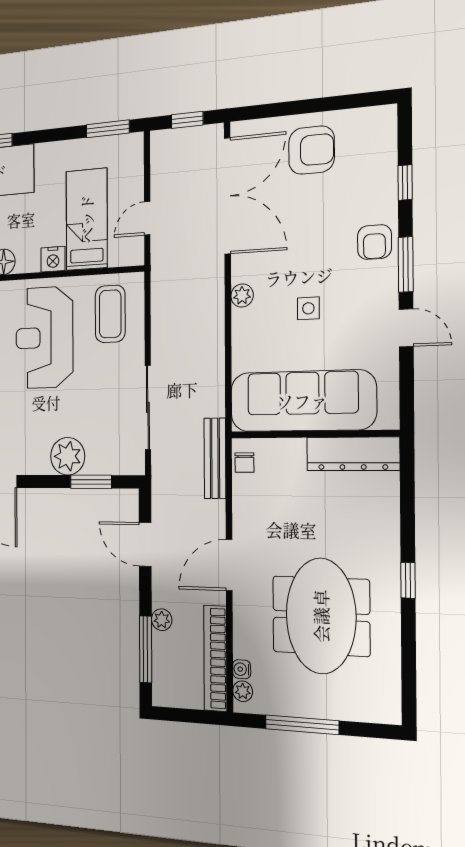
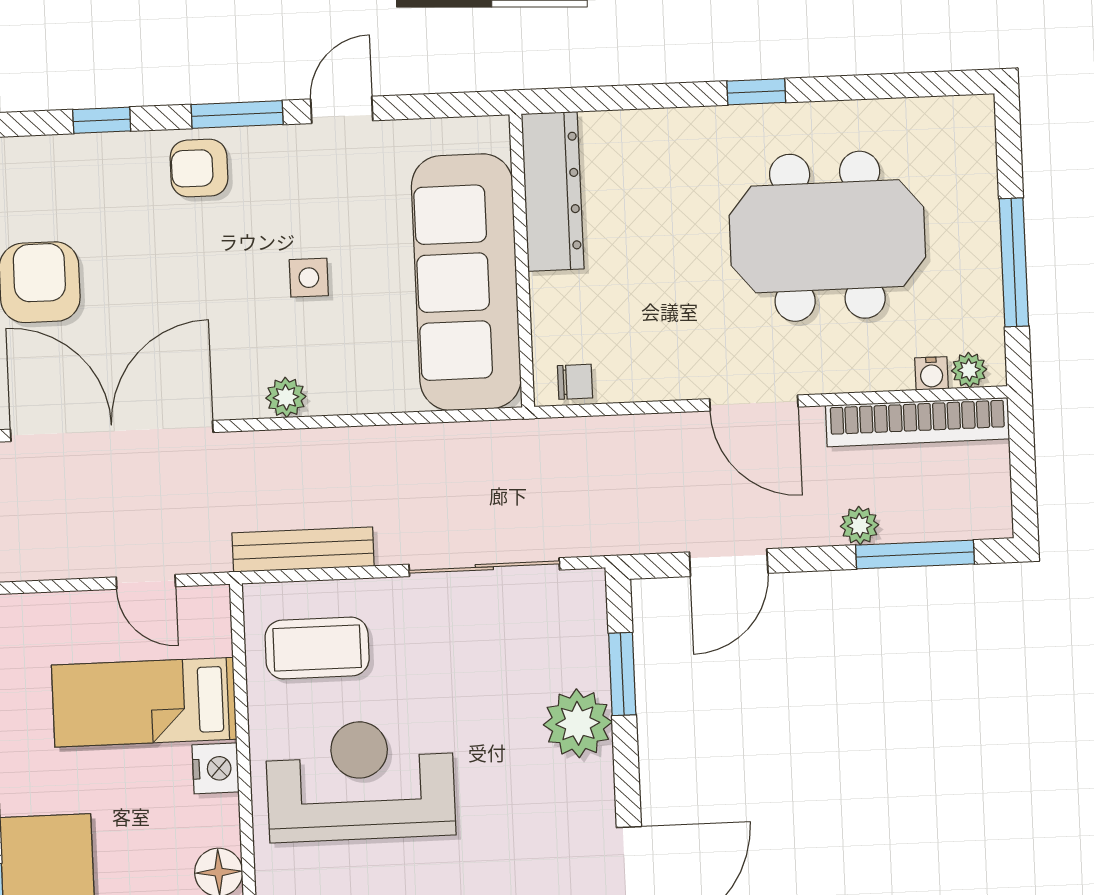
armchair: (374, 242) -> (199, 168), turned 180
reception desk: (44, 338) -> (360, 780), turned 180
bench: (215, 458) -> (303, 550), moved

